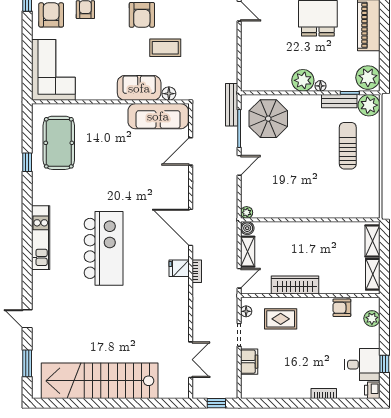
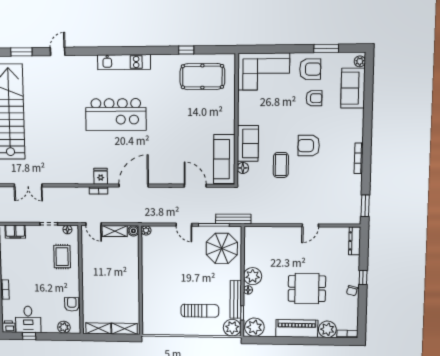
bench: (339, 101) -> (236, 300), width x1.36
wardrobe: (295, 285) -> (89, 268), removed
filing cabinet: (249, 362) -> (15, 232), moved

